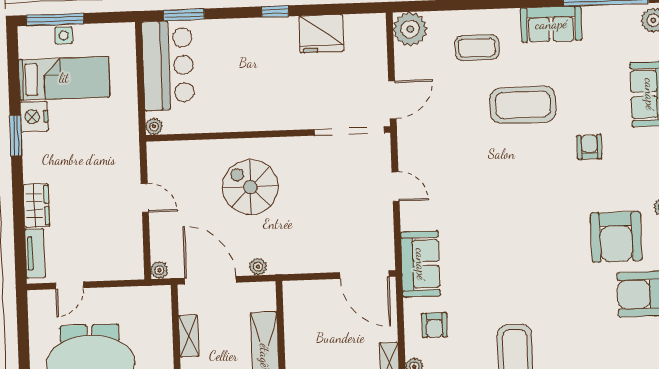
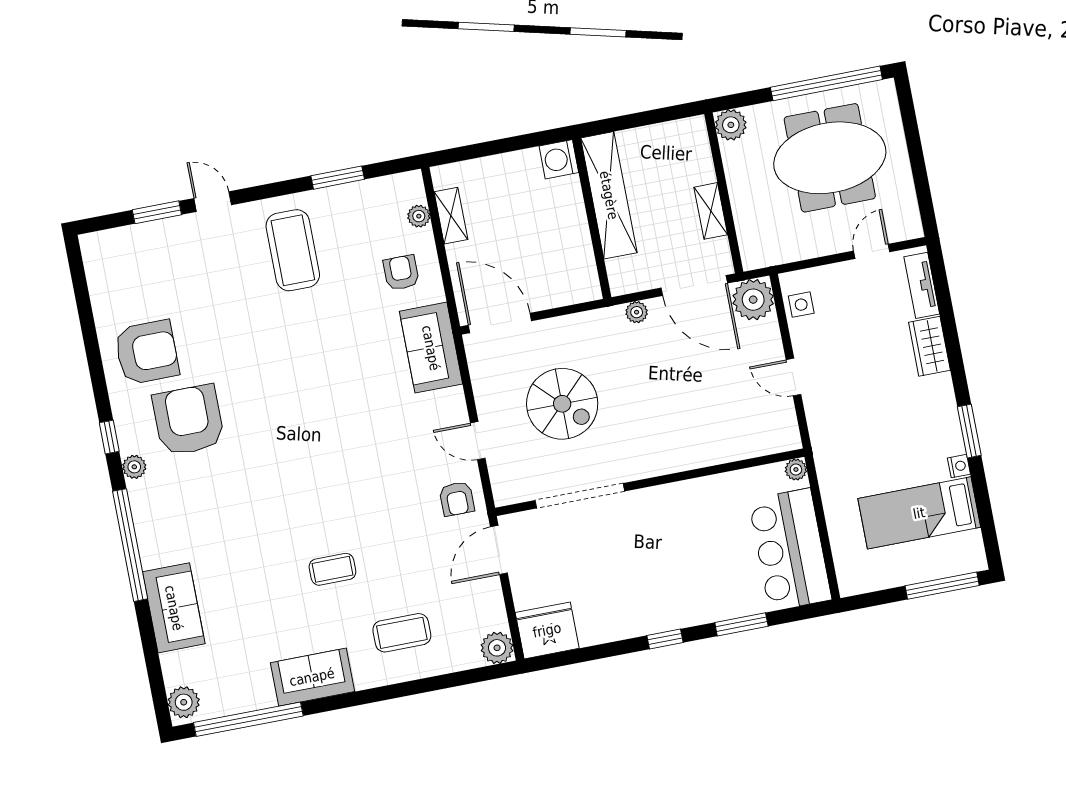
window: (184, 15) -> (741, 624), moved
plant: (410, 29) -> (497, 648), width x0.73, depth x0.73
fridge: (321, 34) -> (547, 630), moved
side table: (64, 35) -> (801, 305), moved
coffee table: (523, 105) -> (332, 569), width x0.54, depth x0.58
nightstand: (34, 117) -> (959, 466), width x0.53, depth x0.56
doorway: (349, 131) -> (580, 496), moved
armchair: (589, 147) -> (457, 499), moved
spiral stairs: (250, 187) -> (562, 404), moved
plant: (159, 270) -> (753, 300), width x1.88, depth x1.88

